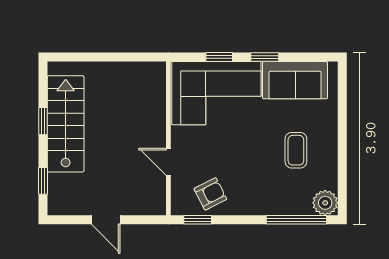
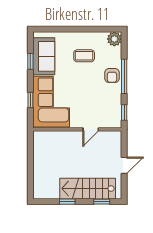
window: (265, 57) -> (30, 61), moved
stairs: (66, 124) -> (88, 189), moved
armchair: (210, 194) -> (112, 76), moved, turned -153
window: (296, 220) -> (124, 76), moved

